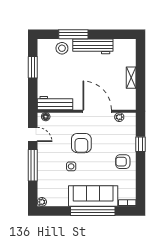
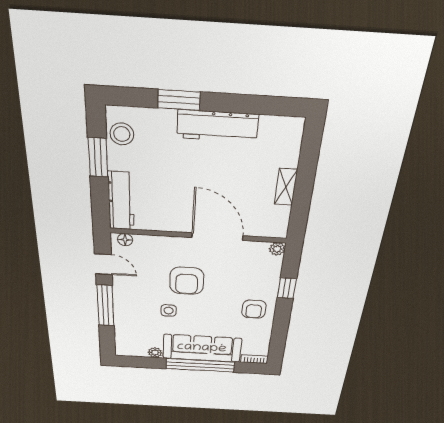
window: (73, 34) -> (179, 100), width x0.69
stool: (62, 48) -> (122, 134), moved
workbench: (55, 103) -> (121, 201), moved, turned 90
plant: (119, 117) -> (277, 249), moved
armchair: (123, 162) -> (254, 309), turned -90
plant: (42, 202) -> (155, 353), moved

